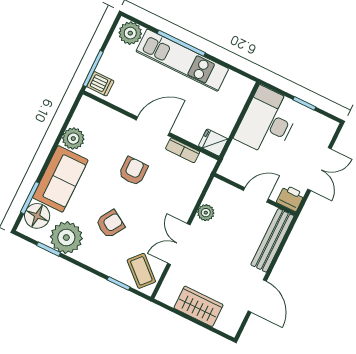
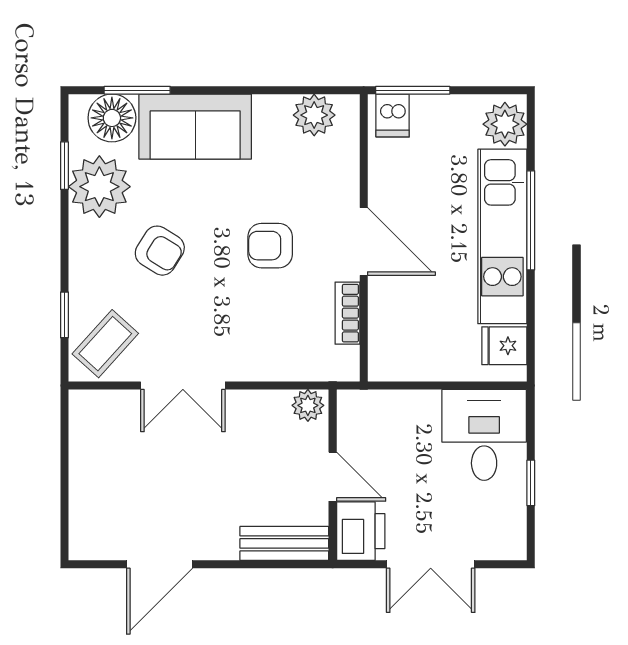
desk: (267, 122) -> (484, 435), width x0.73
plant: (73, 139) -> (314, 115), moved
fridge: (213, 143) -> (504, 346), moved, turned -90
armchair: (133, 171) -> (270, 246), turned 180
printer: (290, 198) -> (361, 531), width x1.36, depth x1.24
plant: (206, 213) -> (308, 405), moved
bench: (272, 240) -> (284, 543), width x0.73
double door: (179, 244) -> (183, 386), swing flipped
wardrobe: (199, 306) -> (92, 472), removed

